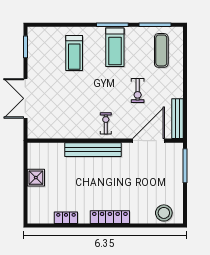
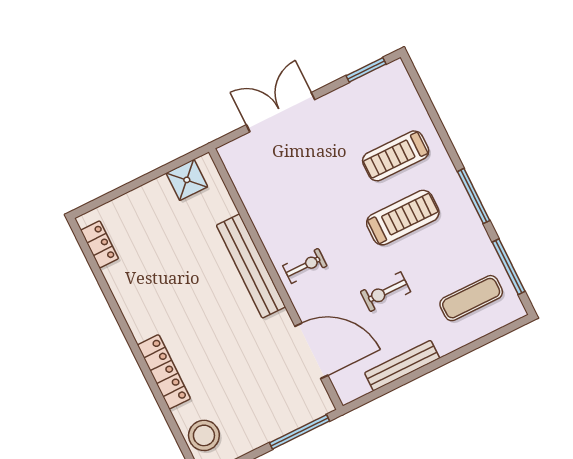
treadmill: (115, 47) -> (403, 218), moved, turned 180
bench: (177, 119) -> (402, 366), moved
shower: (36, 178) -> (187, 180), moved
locker: (110, 217) -> (164, 372), moved
locker: (66, 218) -> (100, 244), moved

